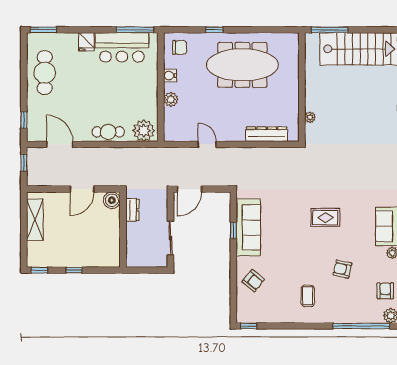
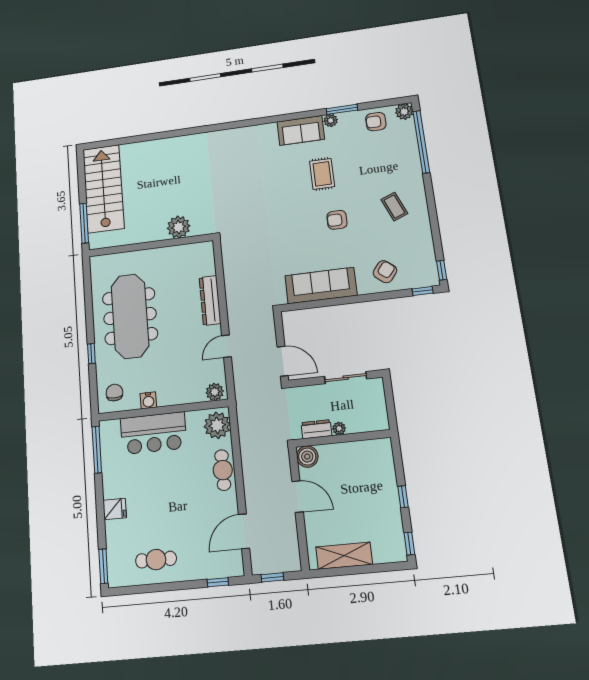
bar counter: (122, 47) -> (153, 433), moved, turned 90
cafe table: (45, 73) -> (156, 560), width x0.73, depth x0.74
plant: (171, 99) -> (215, 392), moved
plant: (310, 117) -> (179, 227), width x1.87, depth x1.87
dresser: (267, 134) -> (210, 300), moved
rug: (325, 218) -> (322, 174), moved
plant: (131, 228) -> (339, 428), added
window: (233, 230) -> (423, 291), moved
armchair: (342, 269) -> (337, 220), moved, turned 77
coffee table: (308, 296) -> (394, 207), turned 68

